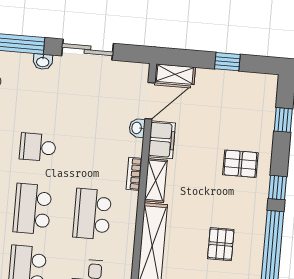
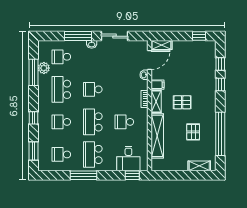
window: (227, 62) -> (199, 36), moved
filing cabinet: (162, 140) -> (158, 85), width x0.50
pallet: (240, 164) -> (182, 102), moved
window: (277, 188) -> (220, 85), moved
school desk: (92, 214) -> (124, 122), width x0.54

